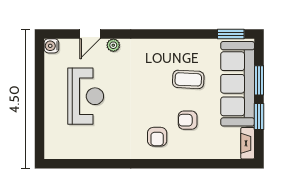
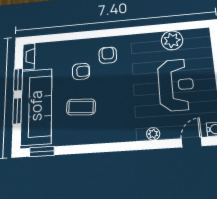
door: (90, 34) -> (192, 142), moved
reception desk: (86, 96) -> (176, 85), turned 180
plant: (86, 148) -> (172, 40), added

